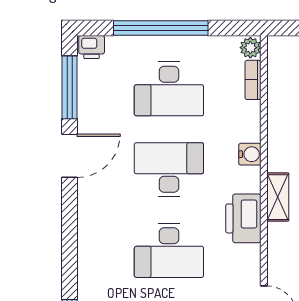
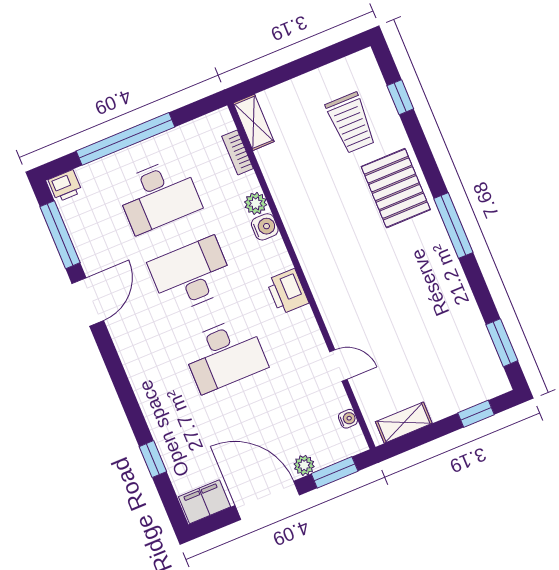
plant: (250, 48) -> (256, 203), moved
shelving: (278, 197) -> (254, 122), moved
printer: (243, 218) -> (287, 292), width x0.73, depth x0.84

